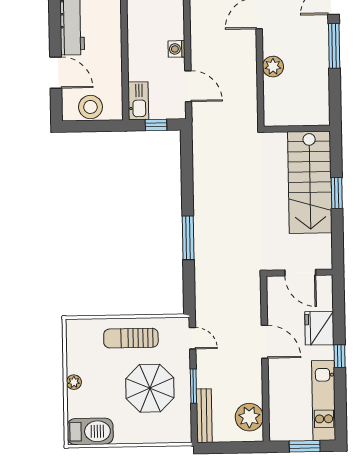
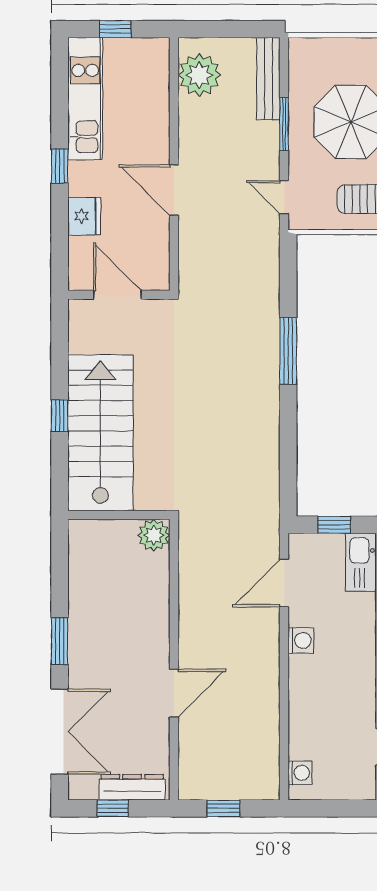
window: (334, 46) -> (60, 641), width x0.69
plant: (273, 67) -> (154, 535), moved
door: (188, 86) -> (284, 583), hinge flipped
window: (337, 193) -> (60, 416), width x0.67
fridge: (319, 328) -> (84, 216), width x0.73, depth x0.75
window: (305, 446) -> (115, 29), width x0.67

